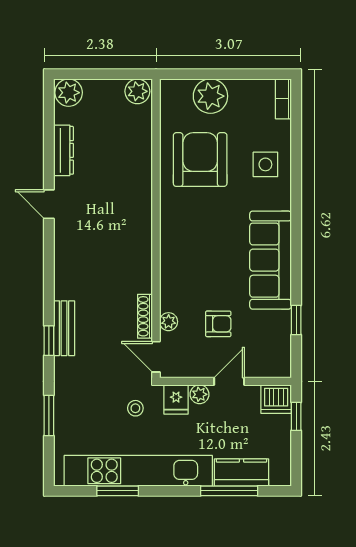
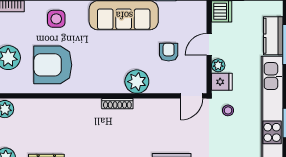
shoe rack: (145, 316) -> (117, 104), moved
plant: (169, 322) -> (137, 82), moved, width x1.87, depth x1.87
door: (229, 381) -> (209, 44), hinge flipped

